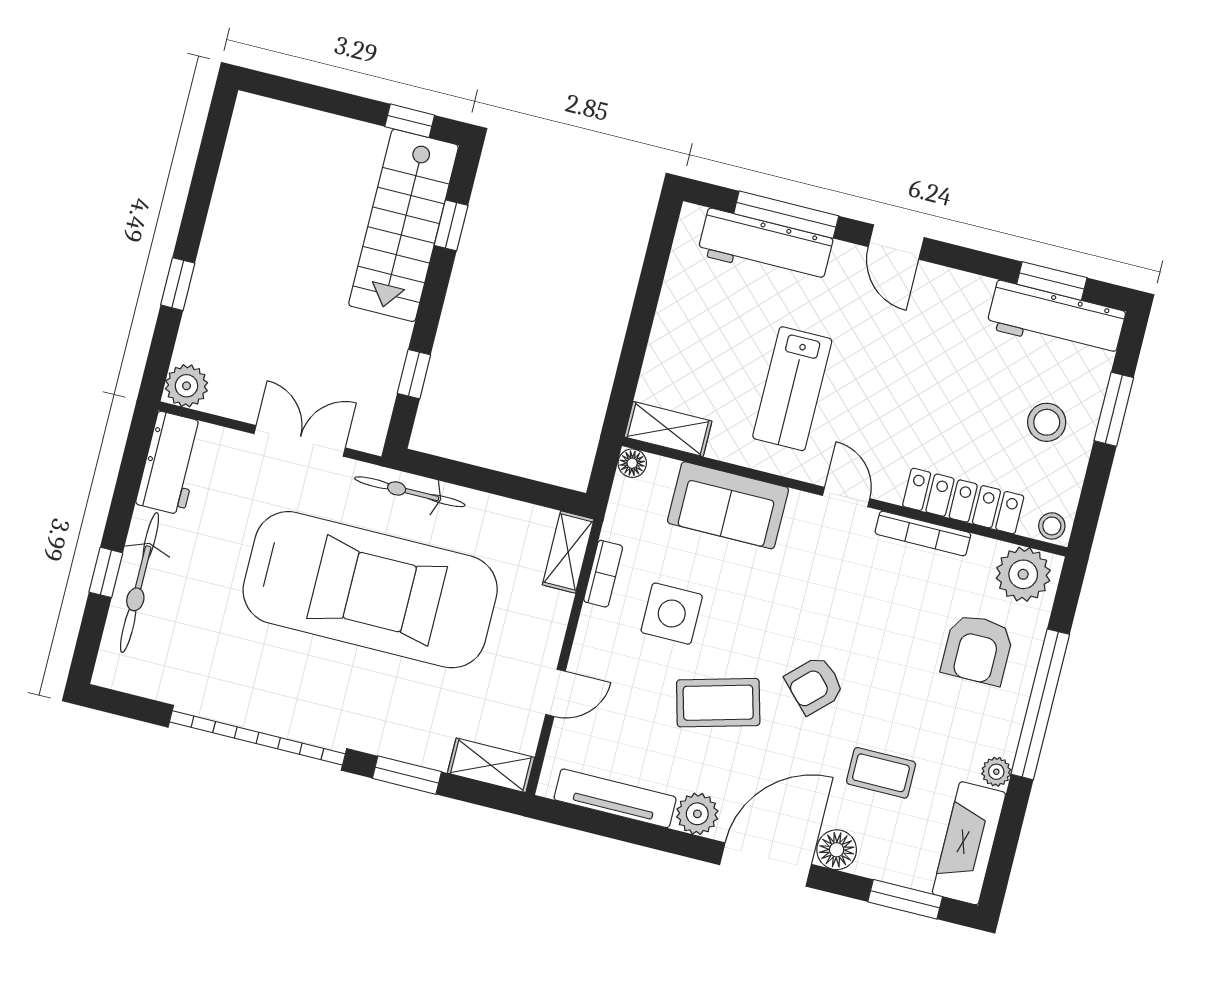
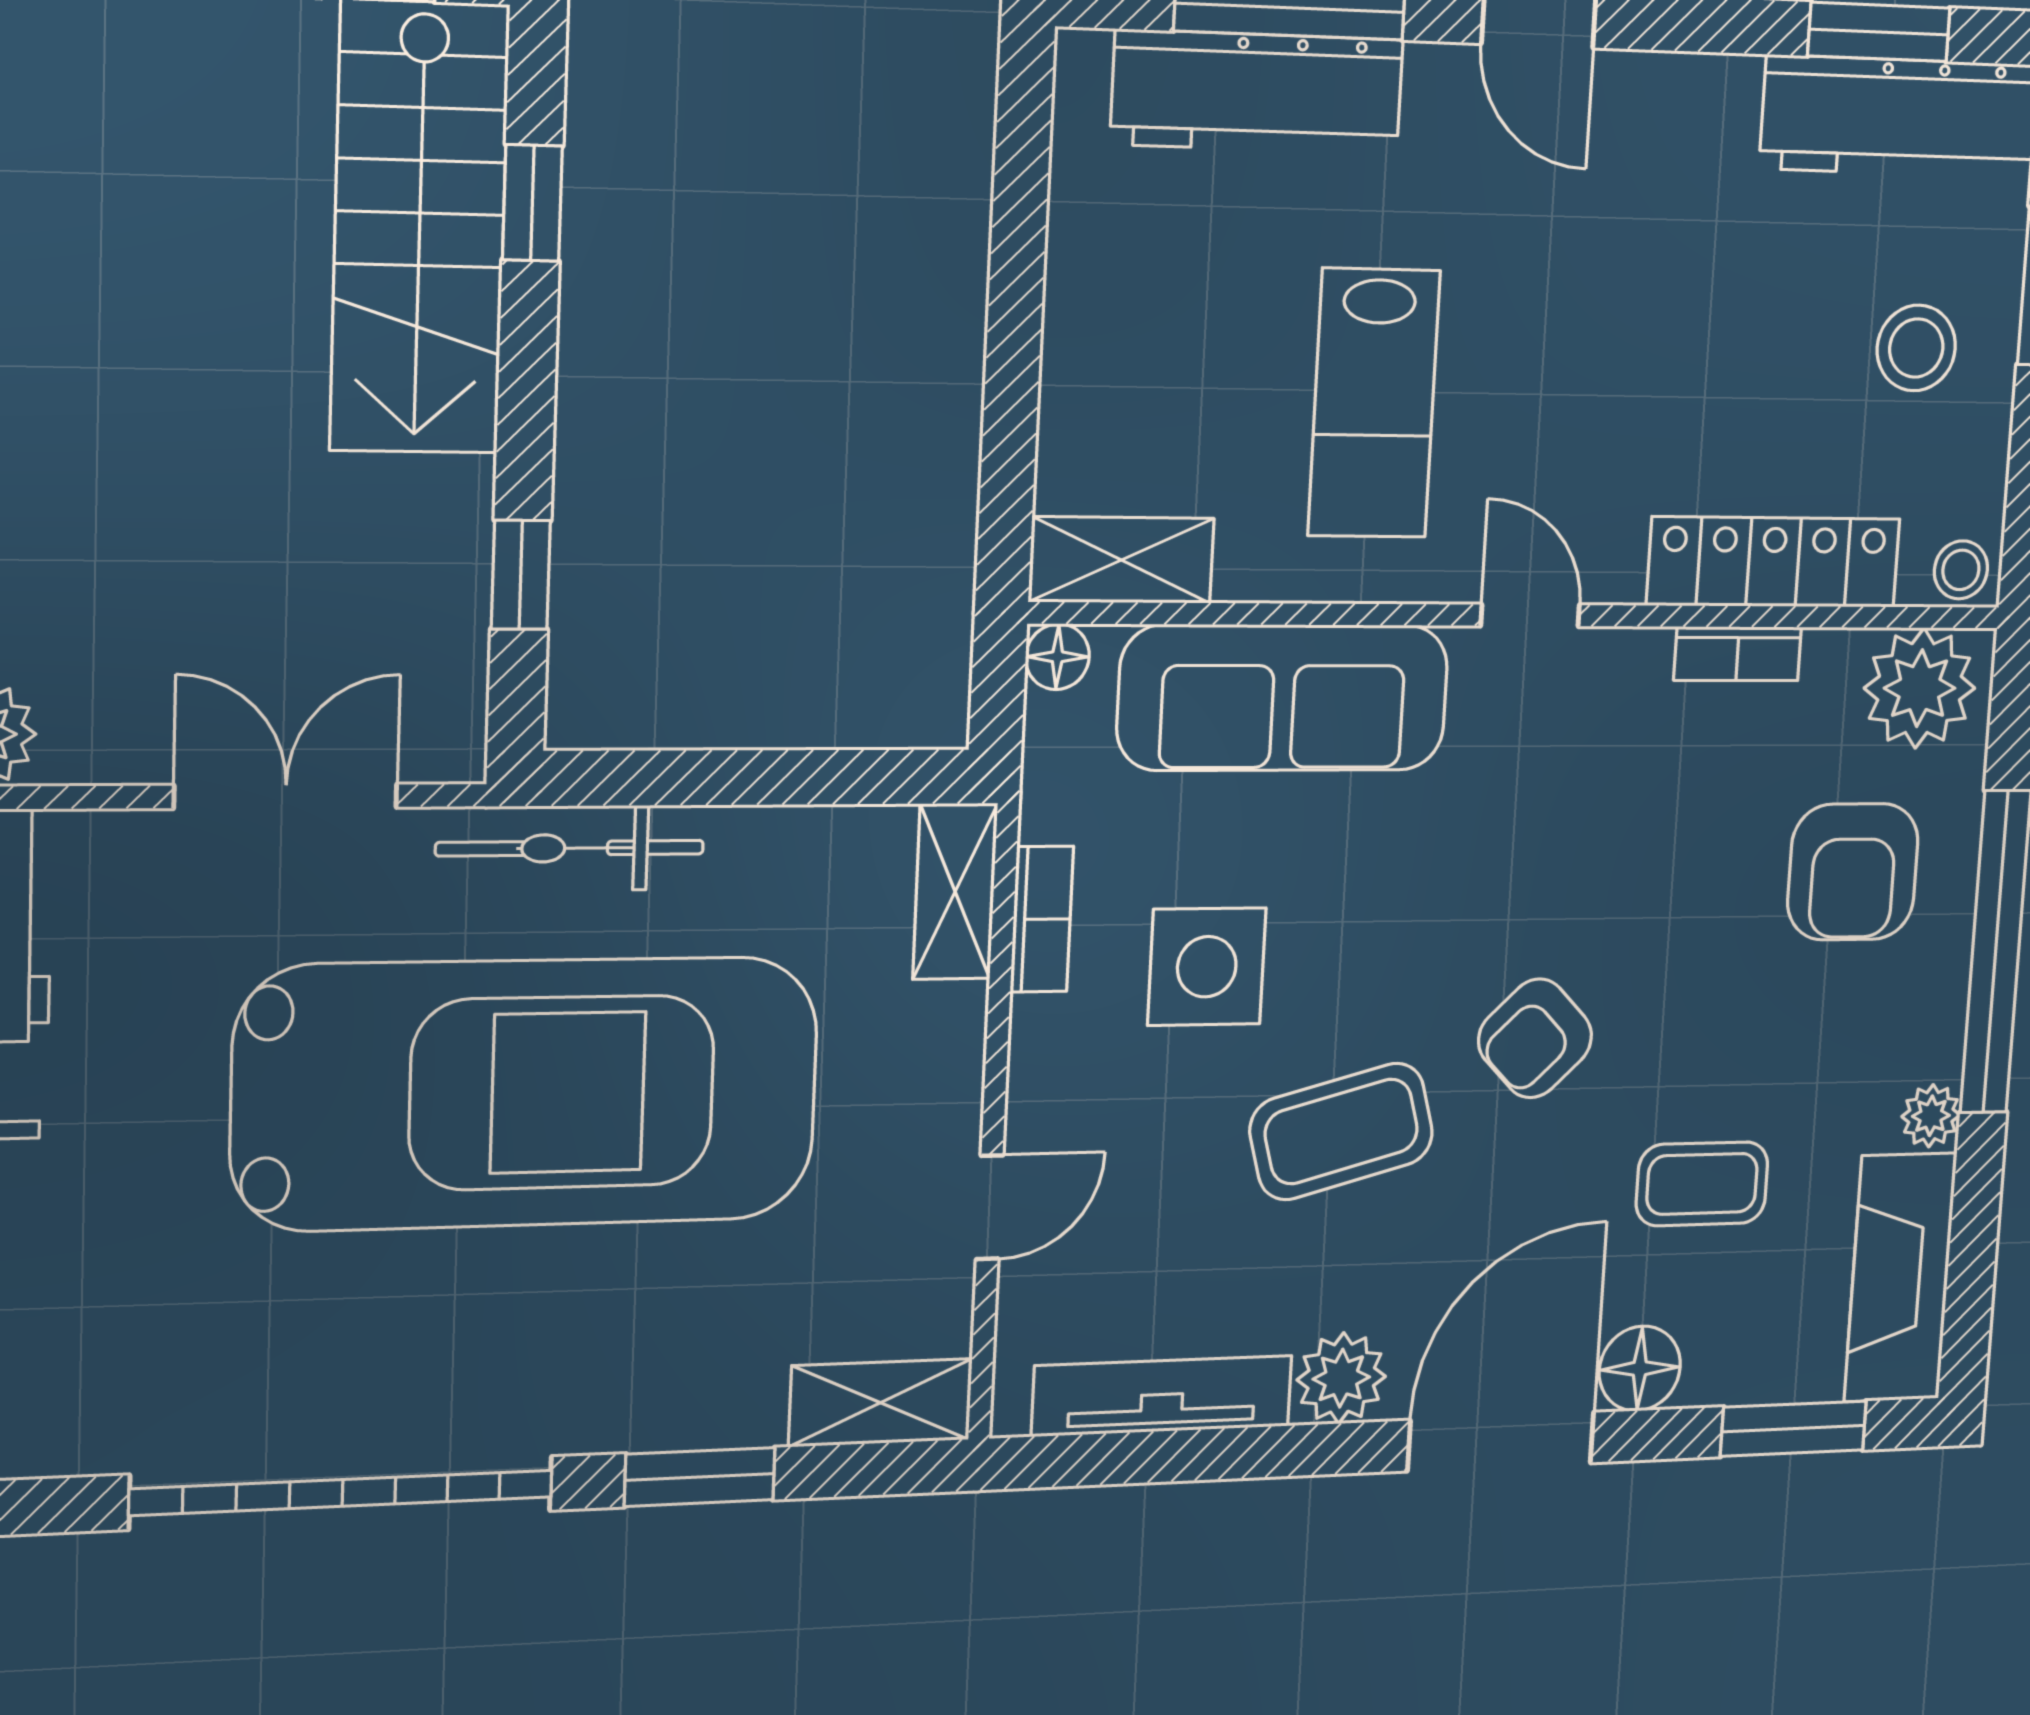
sofa: (728, 505) -> (1283, 698), width x1.36
bookcase: (923, 533) -> (1738, 654), width x0.64

